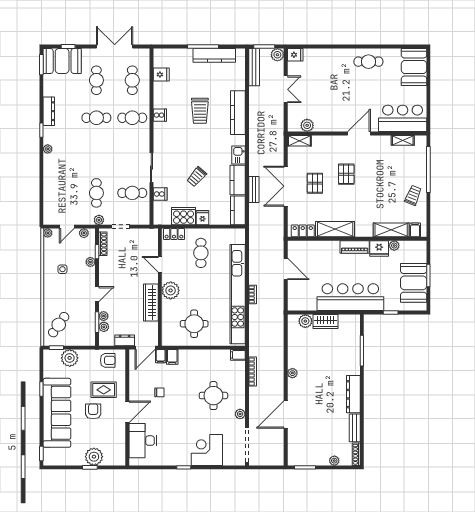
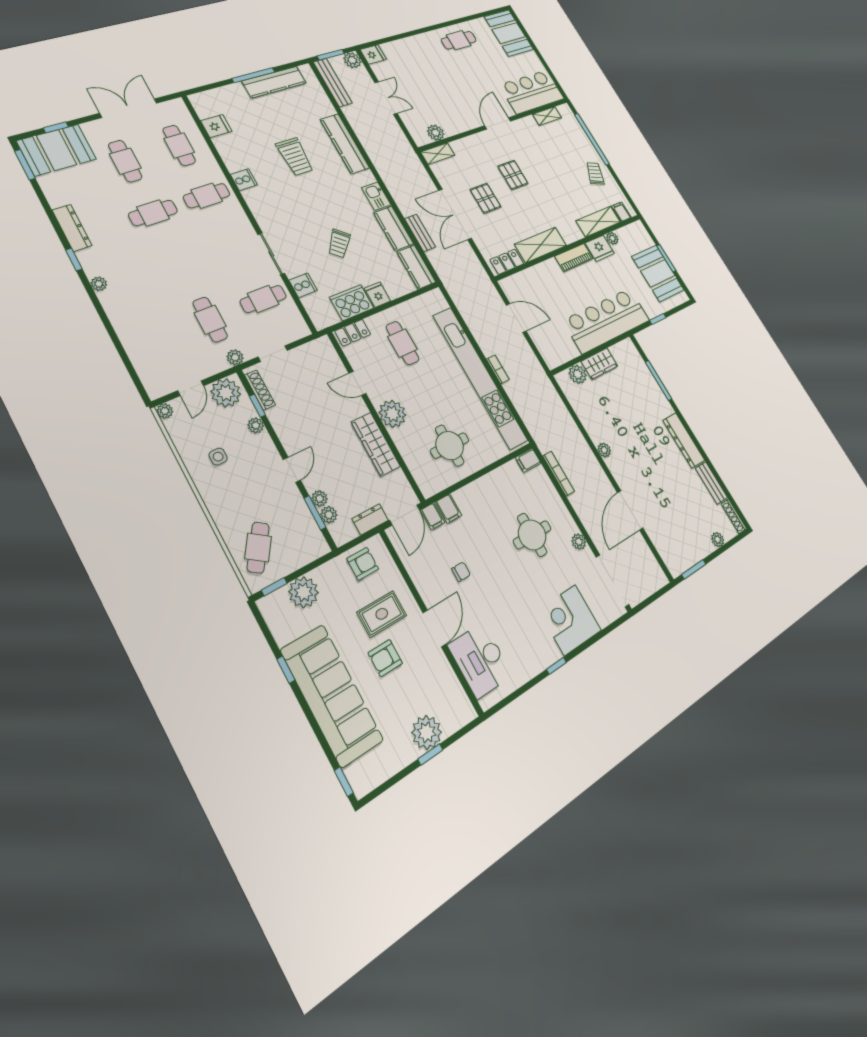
plant: (84, 233) -> (226, 393), width x1.88, depth x1.88
armchair: (93, 411) -> (385, 658), turned -90

